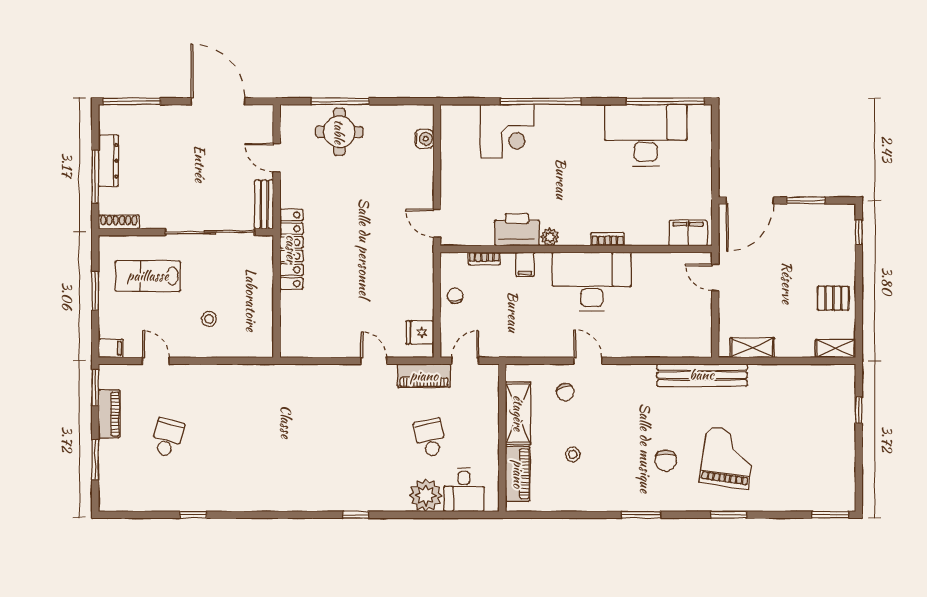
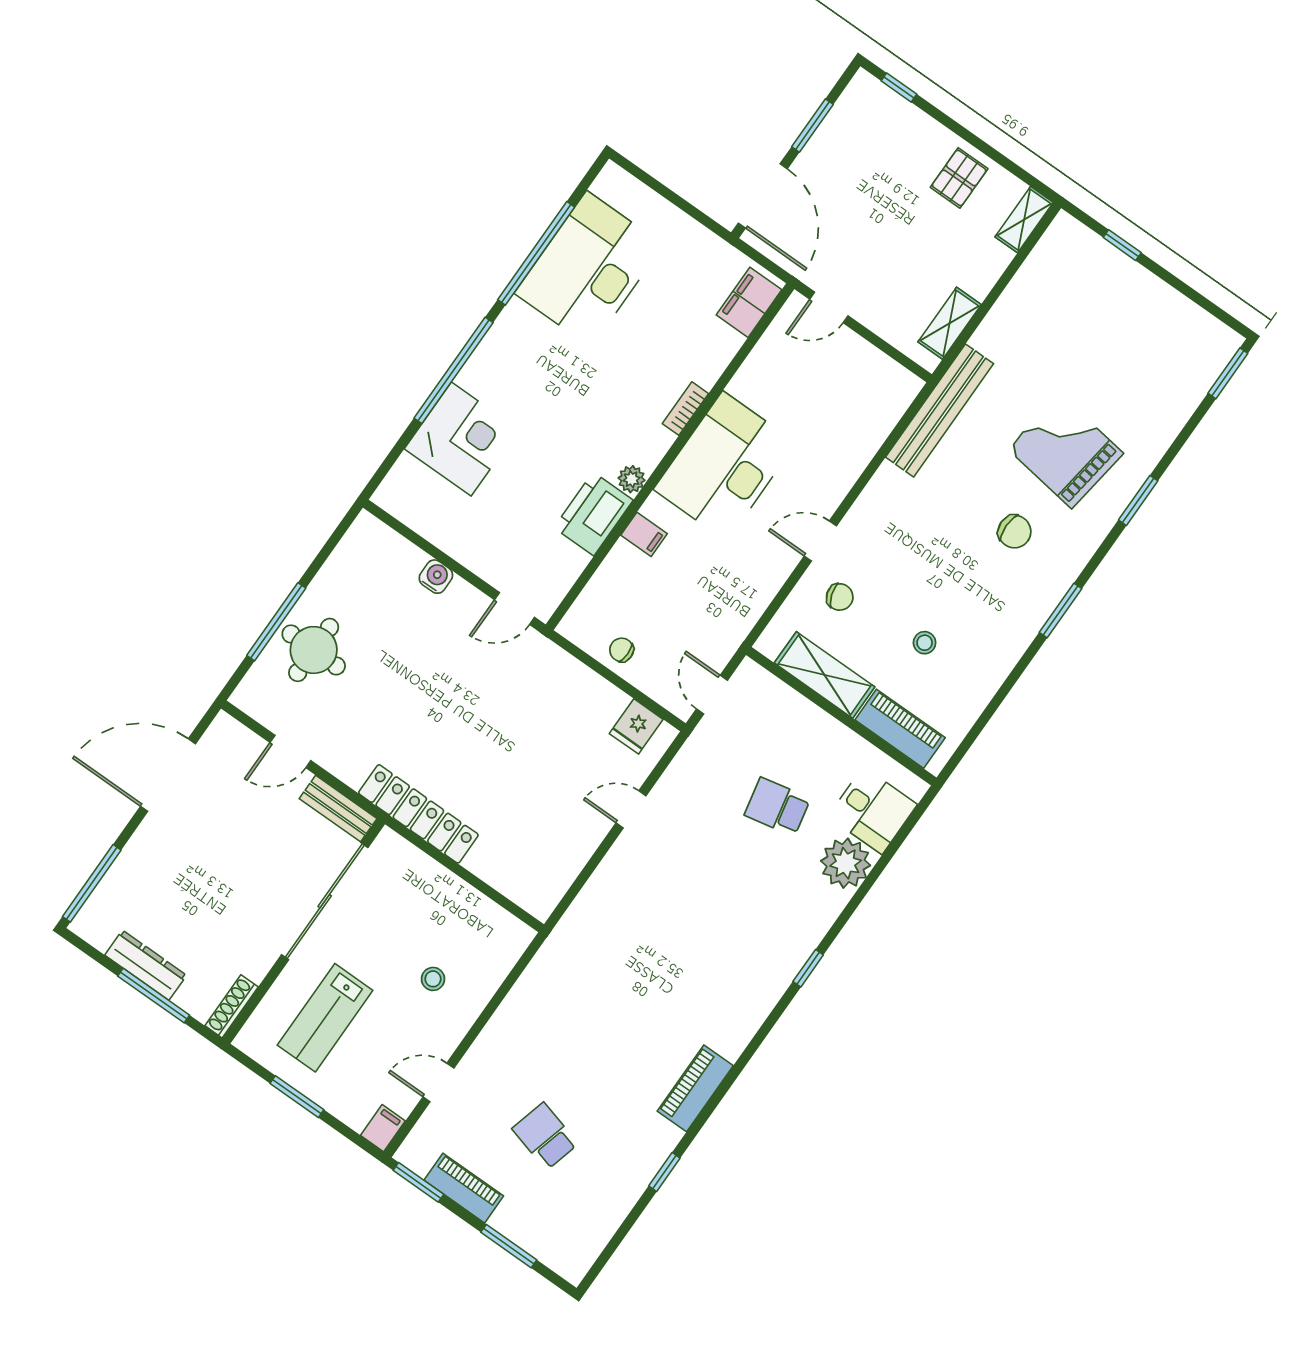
window: (665, 101) -> (536, 253), moved
water cooler: (424, 139) -> (436, 577), moved
bookcase: (484, 258) -> (601, 580), removed
piano: (424, 376) -> (695, 1088), moved, turned 180

